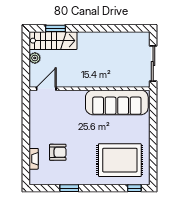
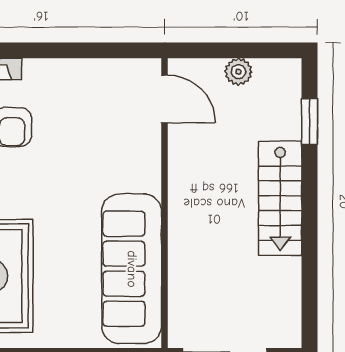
stairs: (53, 41) -> (280, 198), moved

